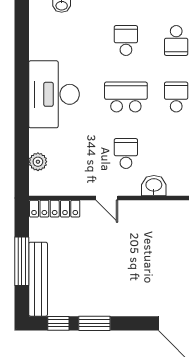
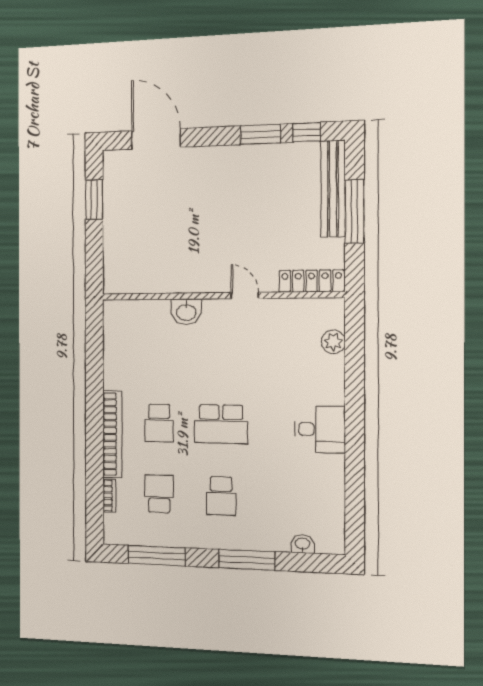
desk: (54, 94) -> (320, 429), width x0.53, depth x0.77
school desk: (126, 153) -> (221, 352), removed

